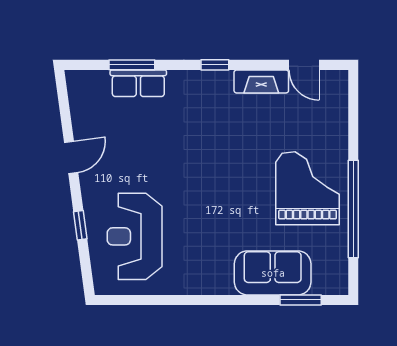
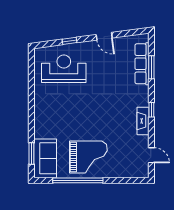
door: (304, 65) -> (151, 155), swing flipped
fireplace: (261, 81) -> (143, 121), moved
row of seats: (138, 83) -> (142, 64), width x1.48
sofa: (273, 273) -> (45, 158), moved

